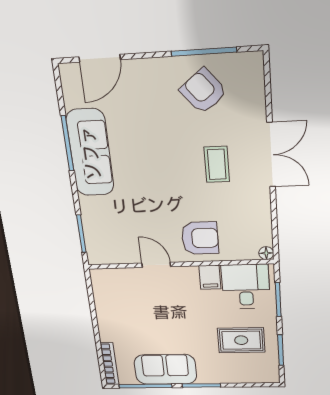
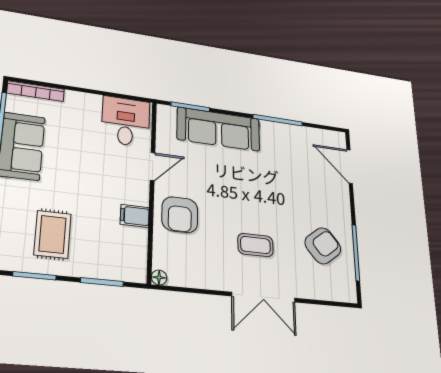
sofa: (90, 153) -> (219, 129), moved
desk: (246, 287) -> (126, 121), moved, turned -90

